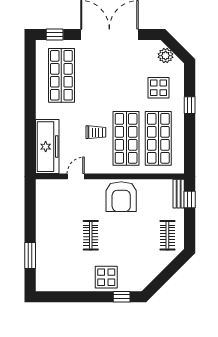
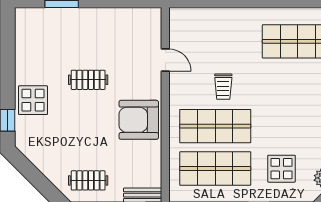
freezer: (47, 147) -> (204, 23), removed

